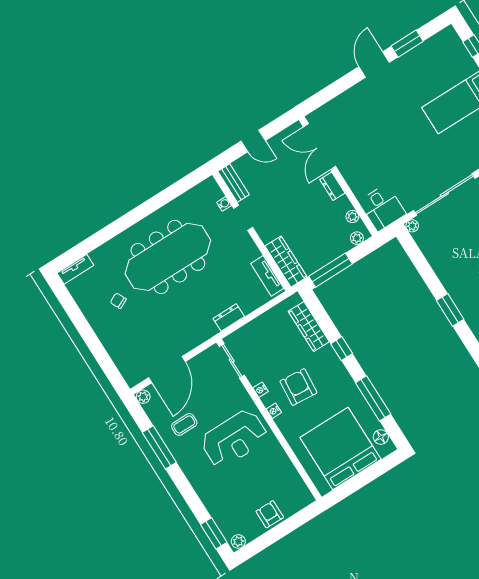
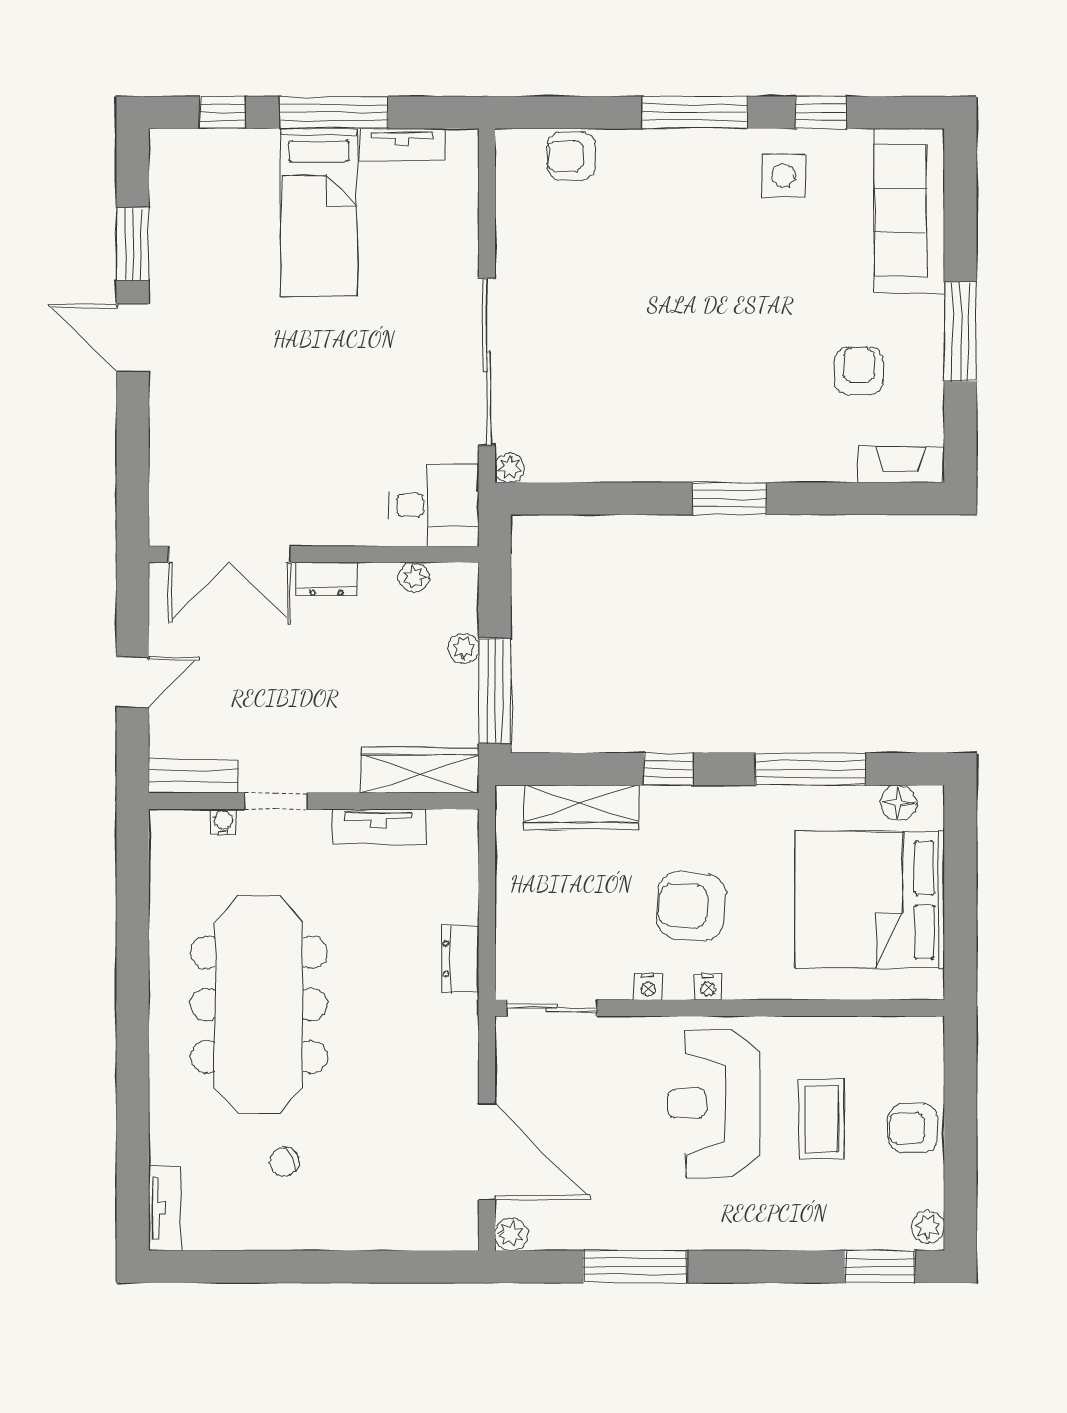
plant: (357, 238) -> (464, 648), moved
tv unit: (267, 276) -> (379, 827), moved
coffee table: (184, 424) -> (822, 1119), moved, width x1.36, depth x1.30
reception desk: (234, 439) -> (714, 1103), turned 180

